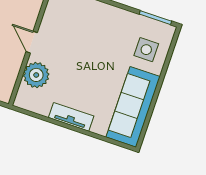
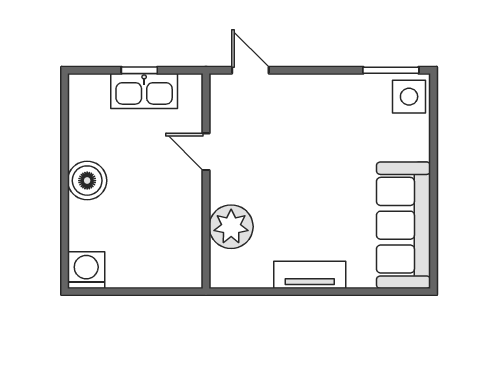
door: (32, 42) -> (206, 152), moved
side table: (146, 50) -> (409, 97), moved

